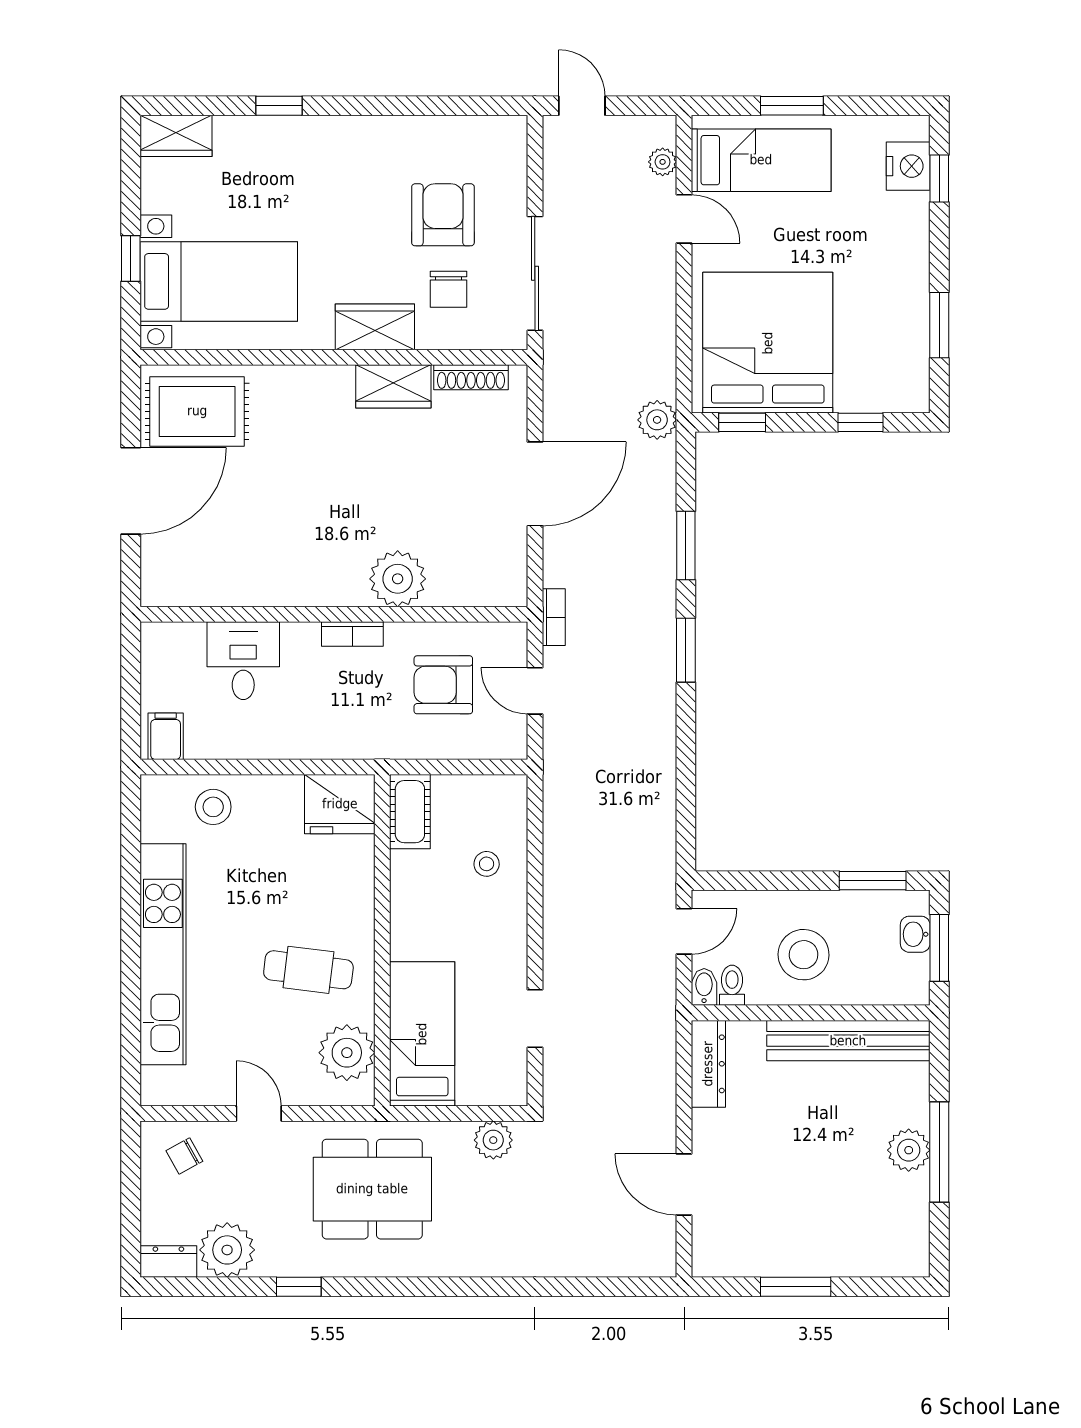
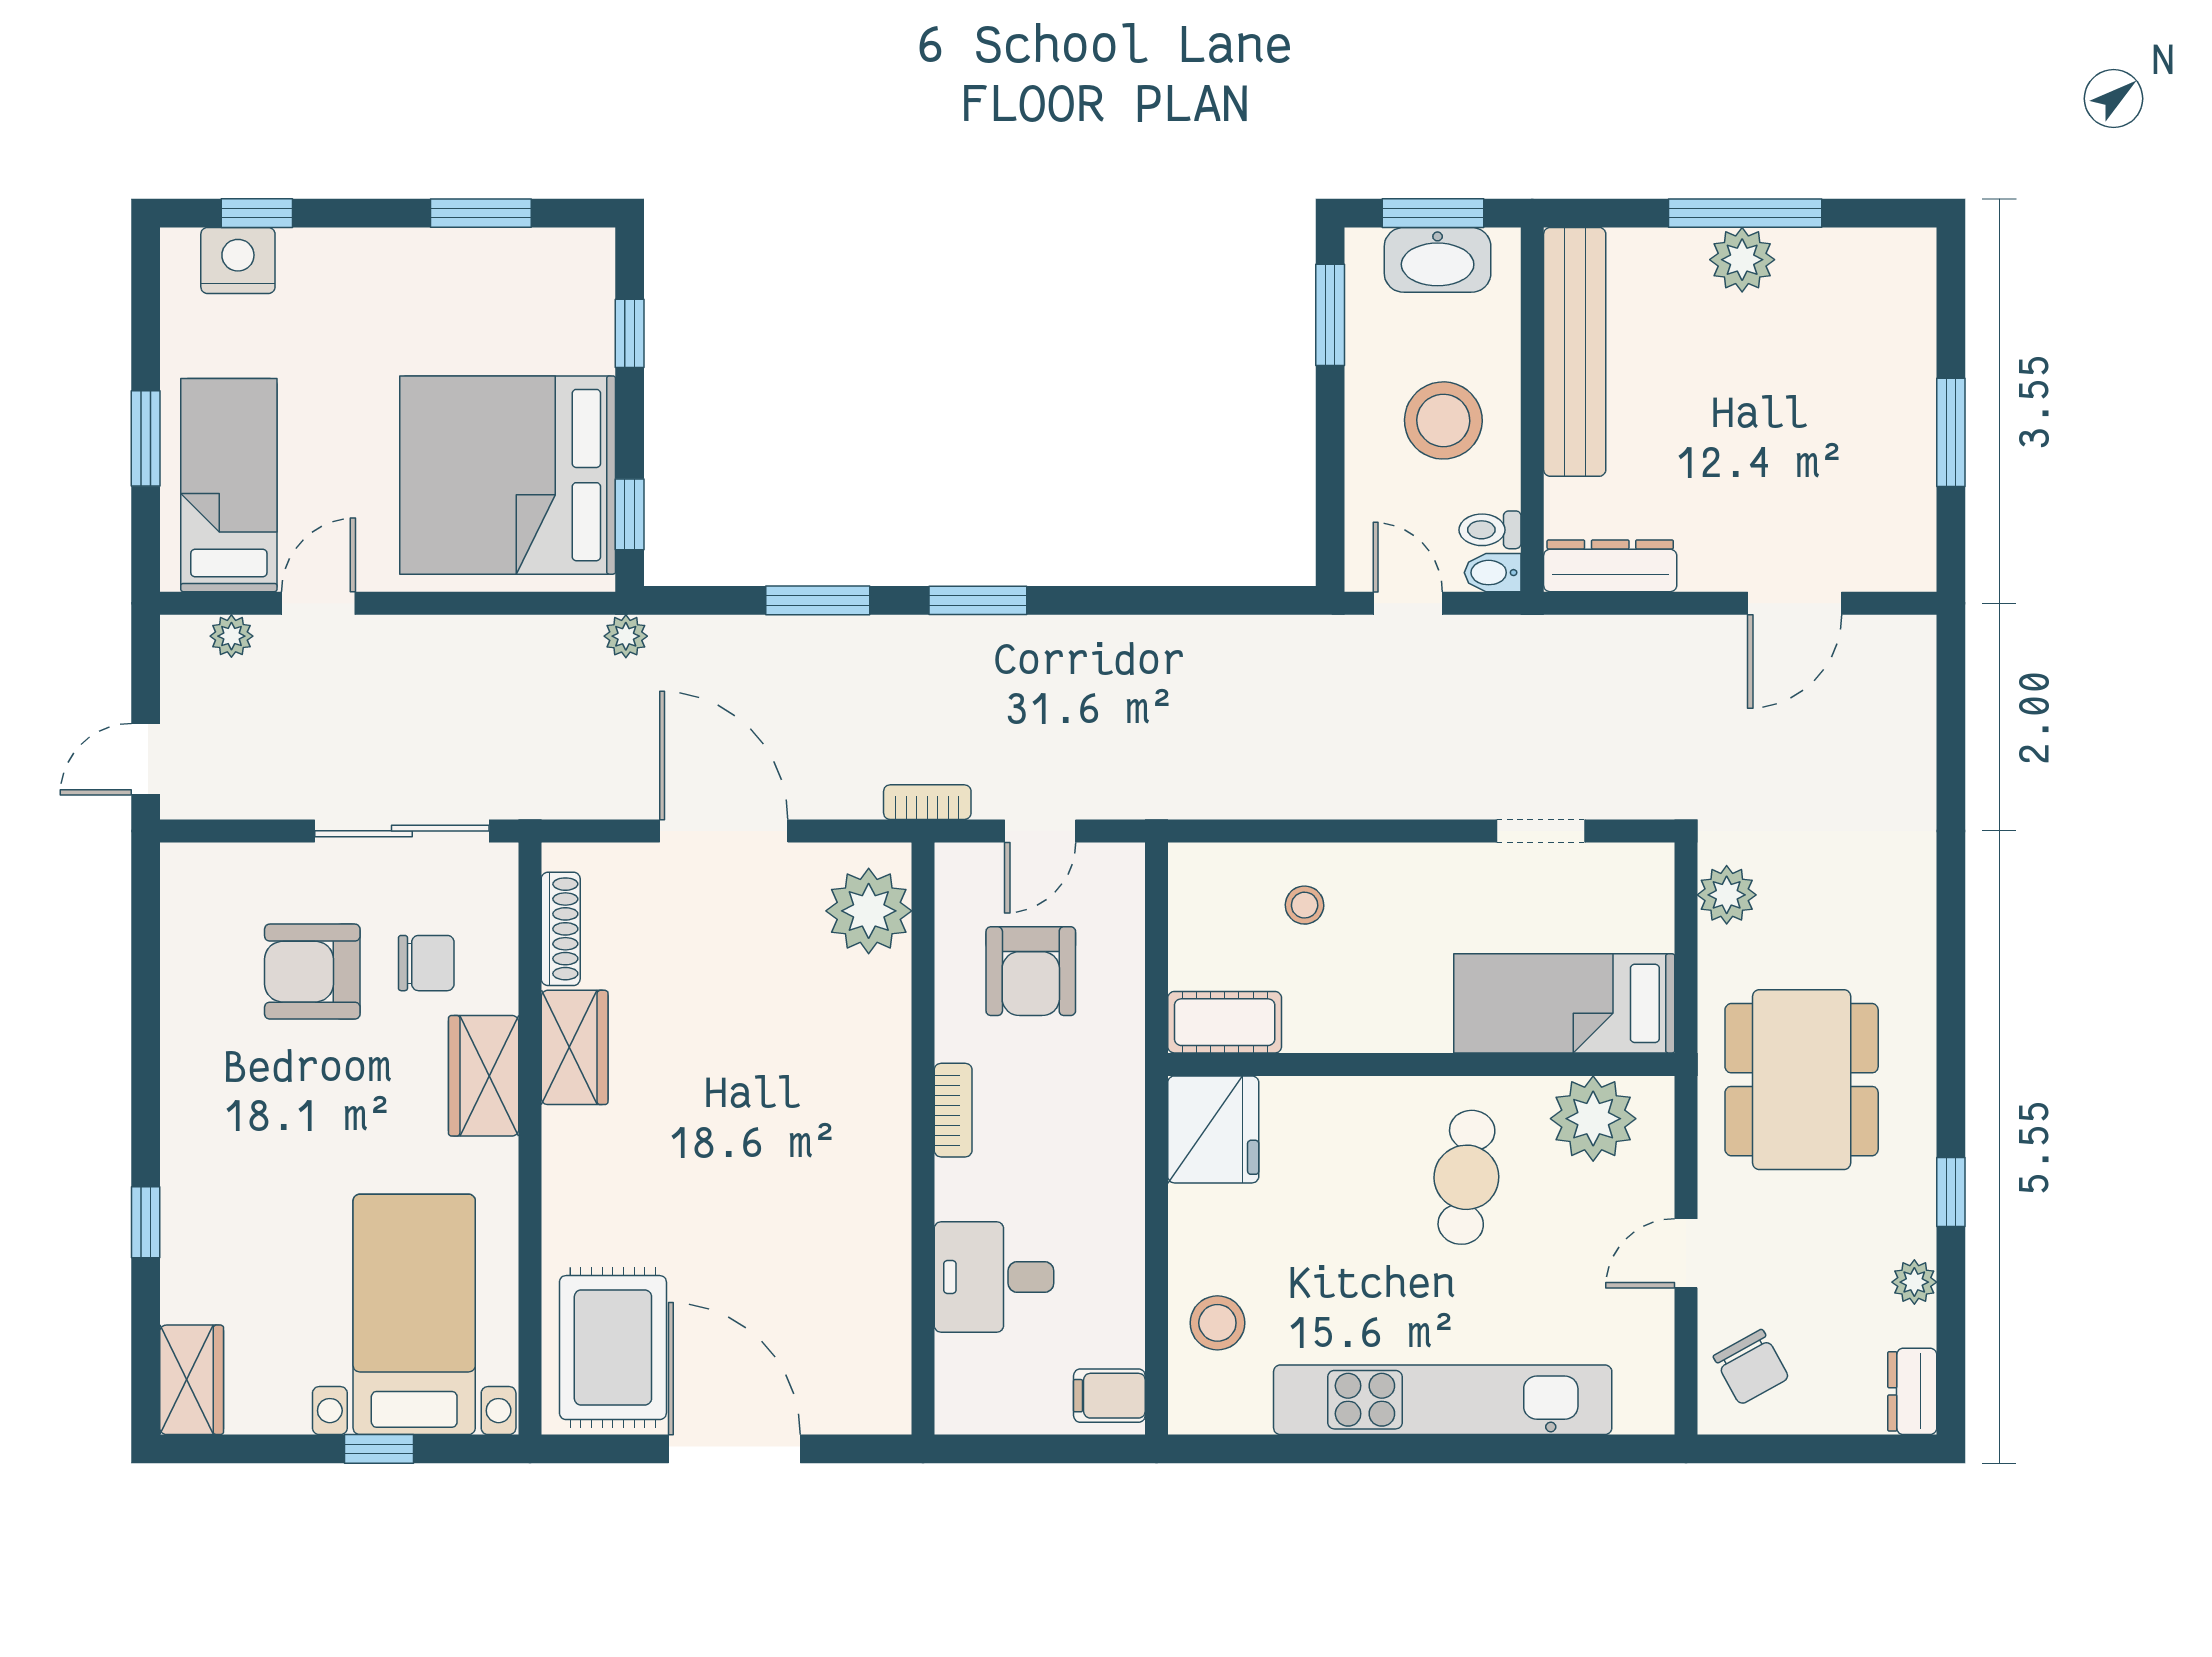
plant: (657, 420) -> (626, 636), width x0.73, depth x0.73
plant: (398, 579) -> (869, 911), moved
washbasin: (915, 934) -> (1438, 260), width x1.91, depth x1.45
chair: (184, 1156) -> (1751, 1367), width x1.37, depth x1.37
plant: (227, 1250) -> (1914, 1282), width x0.53, depth x0.53

